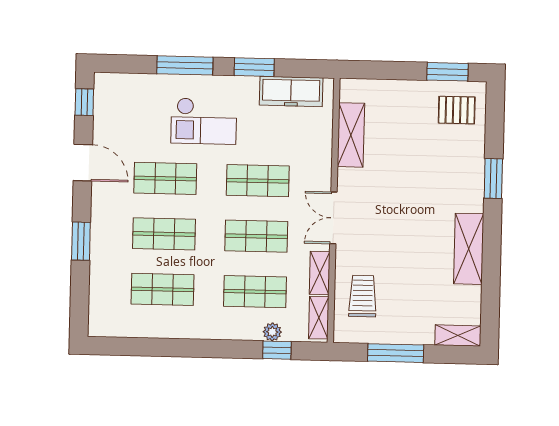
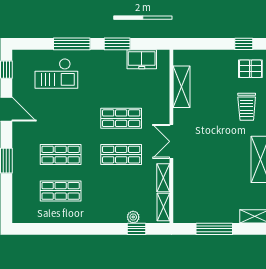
window: (448, 72) -> (244, 44), width x0.67
freezer: (291, 91) -> (142, 59), width x0.71
checkout: (204, 121) -> (56, 73), moved
shop shelf: (165, 178) -> (61, 118), removed
shop shelf: (255, 292) -> (121, 191), removed
trolley: (363, 296) -> (247, 107), moved, turned 180

